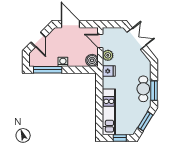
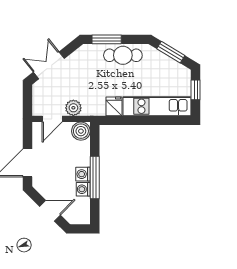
washing machine: (53, 62) -> (83, 189), added
window: (48, 70) -> (95, 178), moved
fridge: (109, 71) -> (114, 106), moved
window: (154, 91) -> (107, 39), moved

